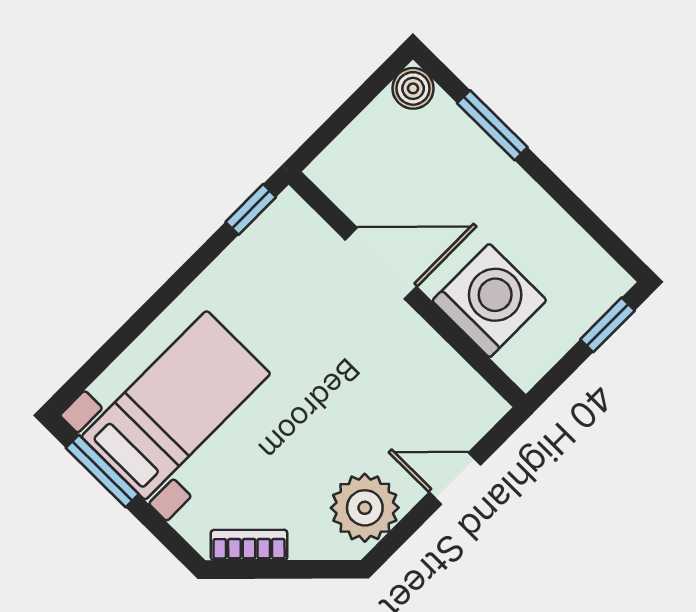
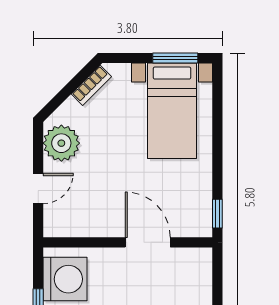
door: (381, 263) -> (148, 242), swing flipped
washing machine: (489, 301) -> (65, 279), moved, turned -90

